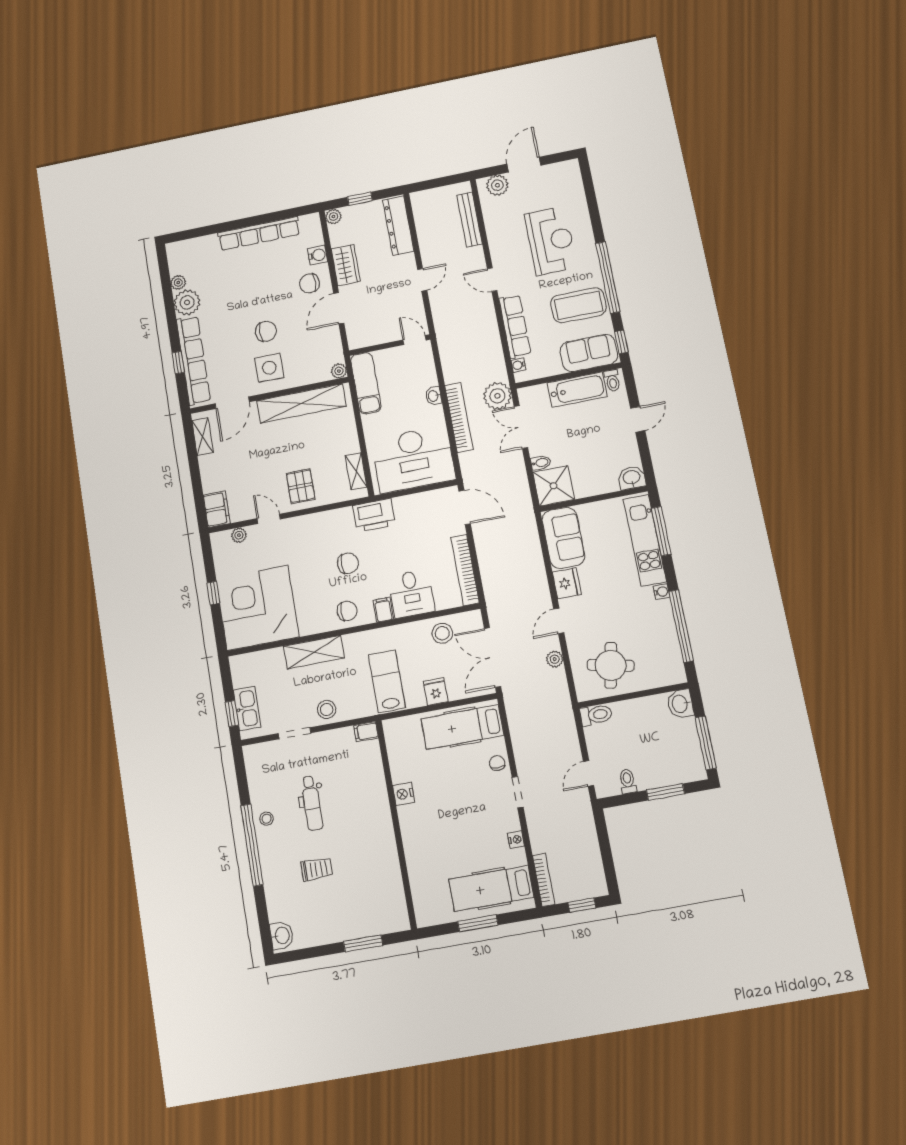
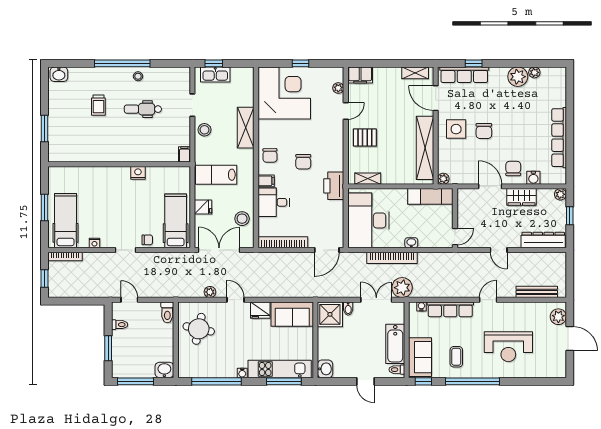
coffee table: (578, 305) -> (456, 357), width x0.54, depth x0.58
row of seats: (193, 360) -> (464, 75), width x0.73
lab bench: (387, 681) -> (216, 175), turned 180

